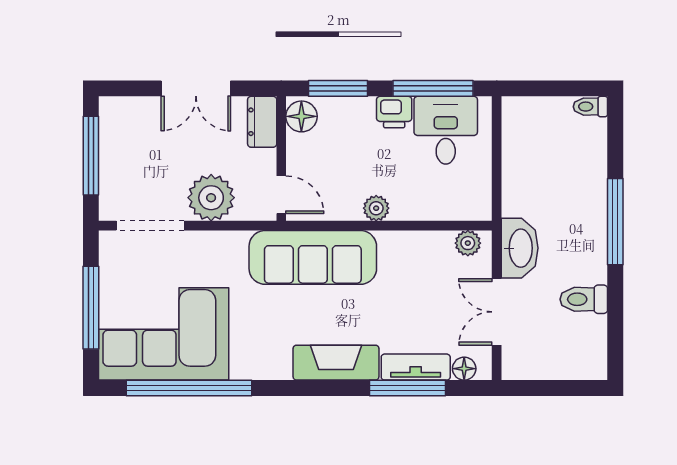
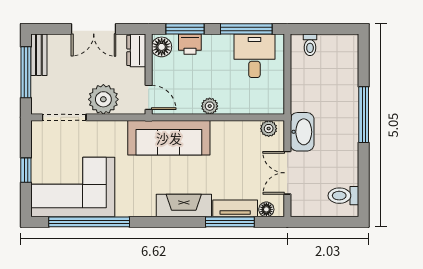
toilet: (590, 107) -> (310, 45), moved, turned -90
printer: (394, 112) -> (190, 44), moved
bench: (111, 129) -> (39, 55), added
toilet: (584, 299) -> (343, 196), moved
window: (91, 308) -> (26, 170), width x0.46

